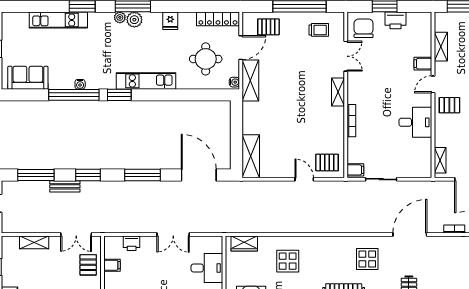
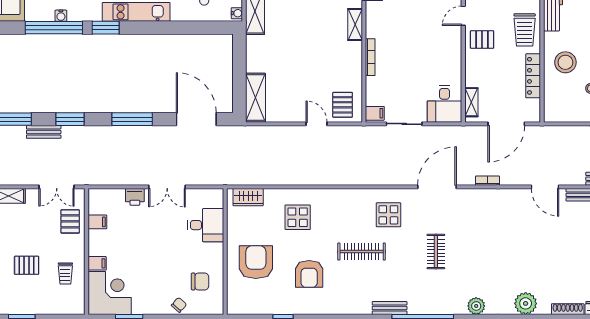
desk: (415, 122) -> (444, 104), moved, turned 90
pallet: (327, 162) -> (343, 105), turned 90
printer: (132, 243) -> (135, 197), moved

